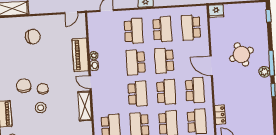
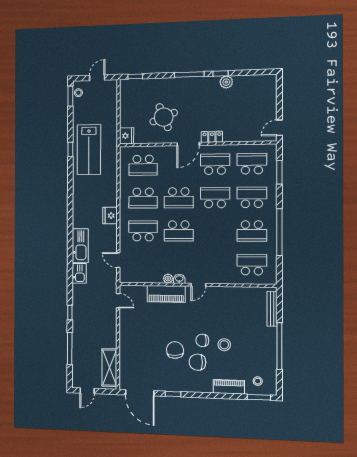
school desk: (162, 29) -> (143, 198), turned 180
chair: (33, 37) -> (175, 350), moved
round table: (241, 54) -> (164, 117), moved
plant: (264, 72) -> (226, 82), moved
school desk: (138, 94) -> (215, 231), removed
shelving: (85, 106) -> (225, 293), removed
locker: (220, 115) -> (212, 137), moved

